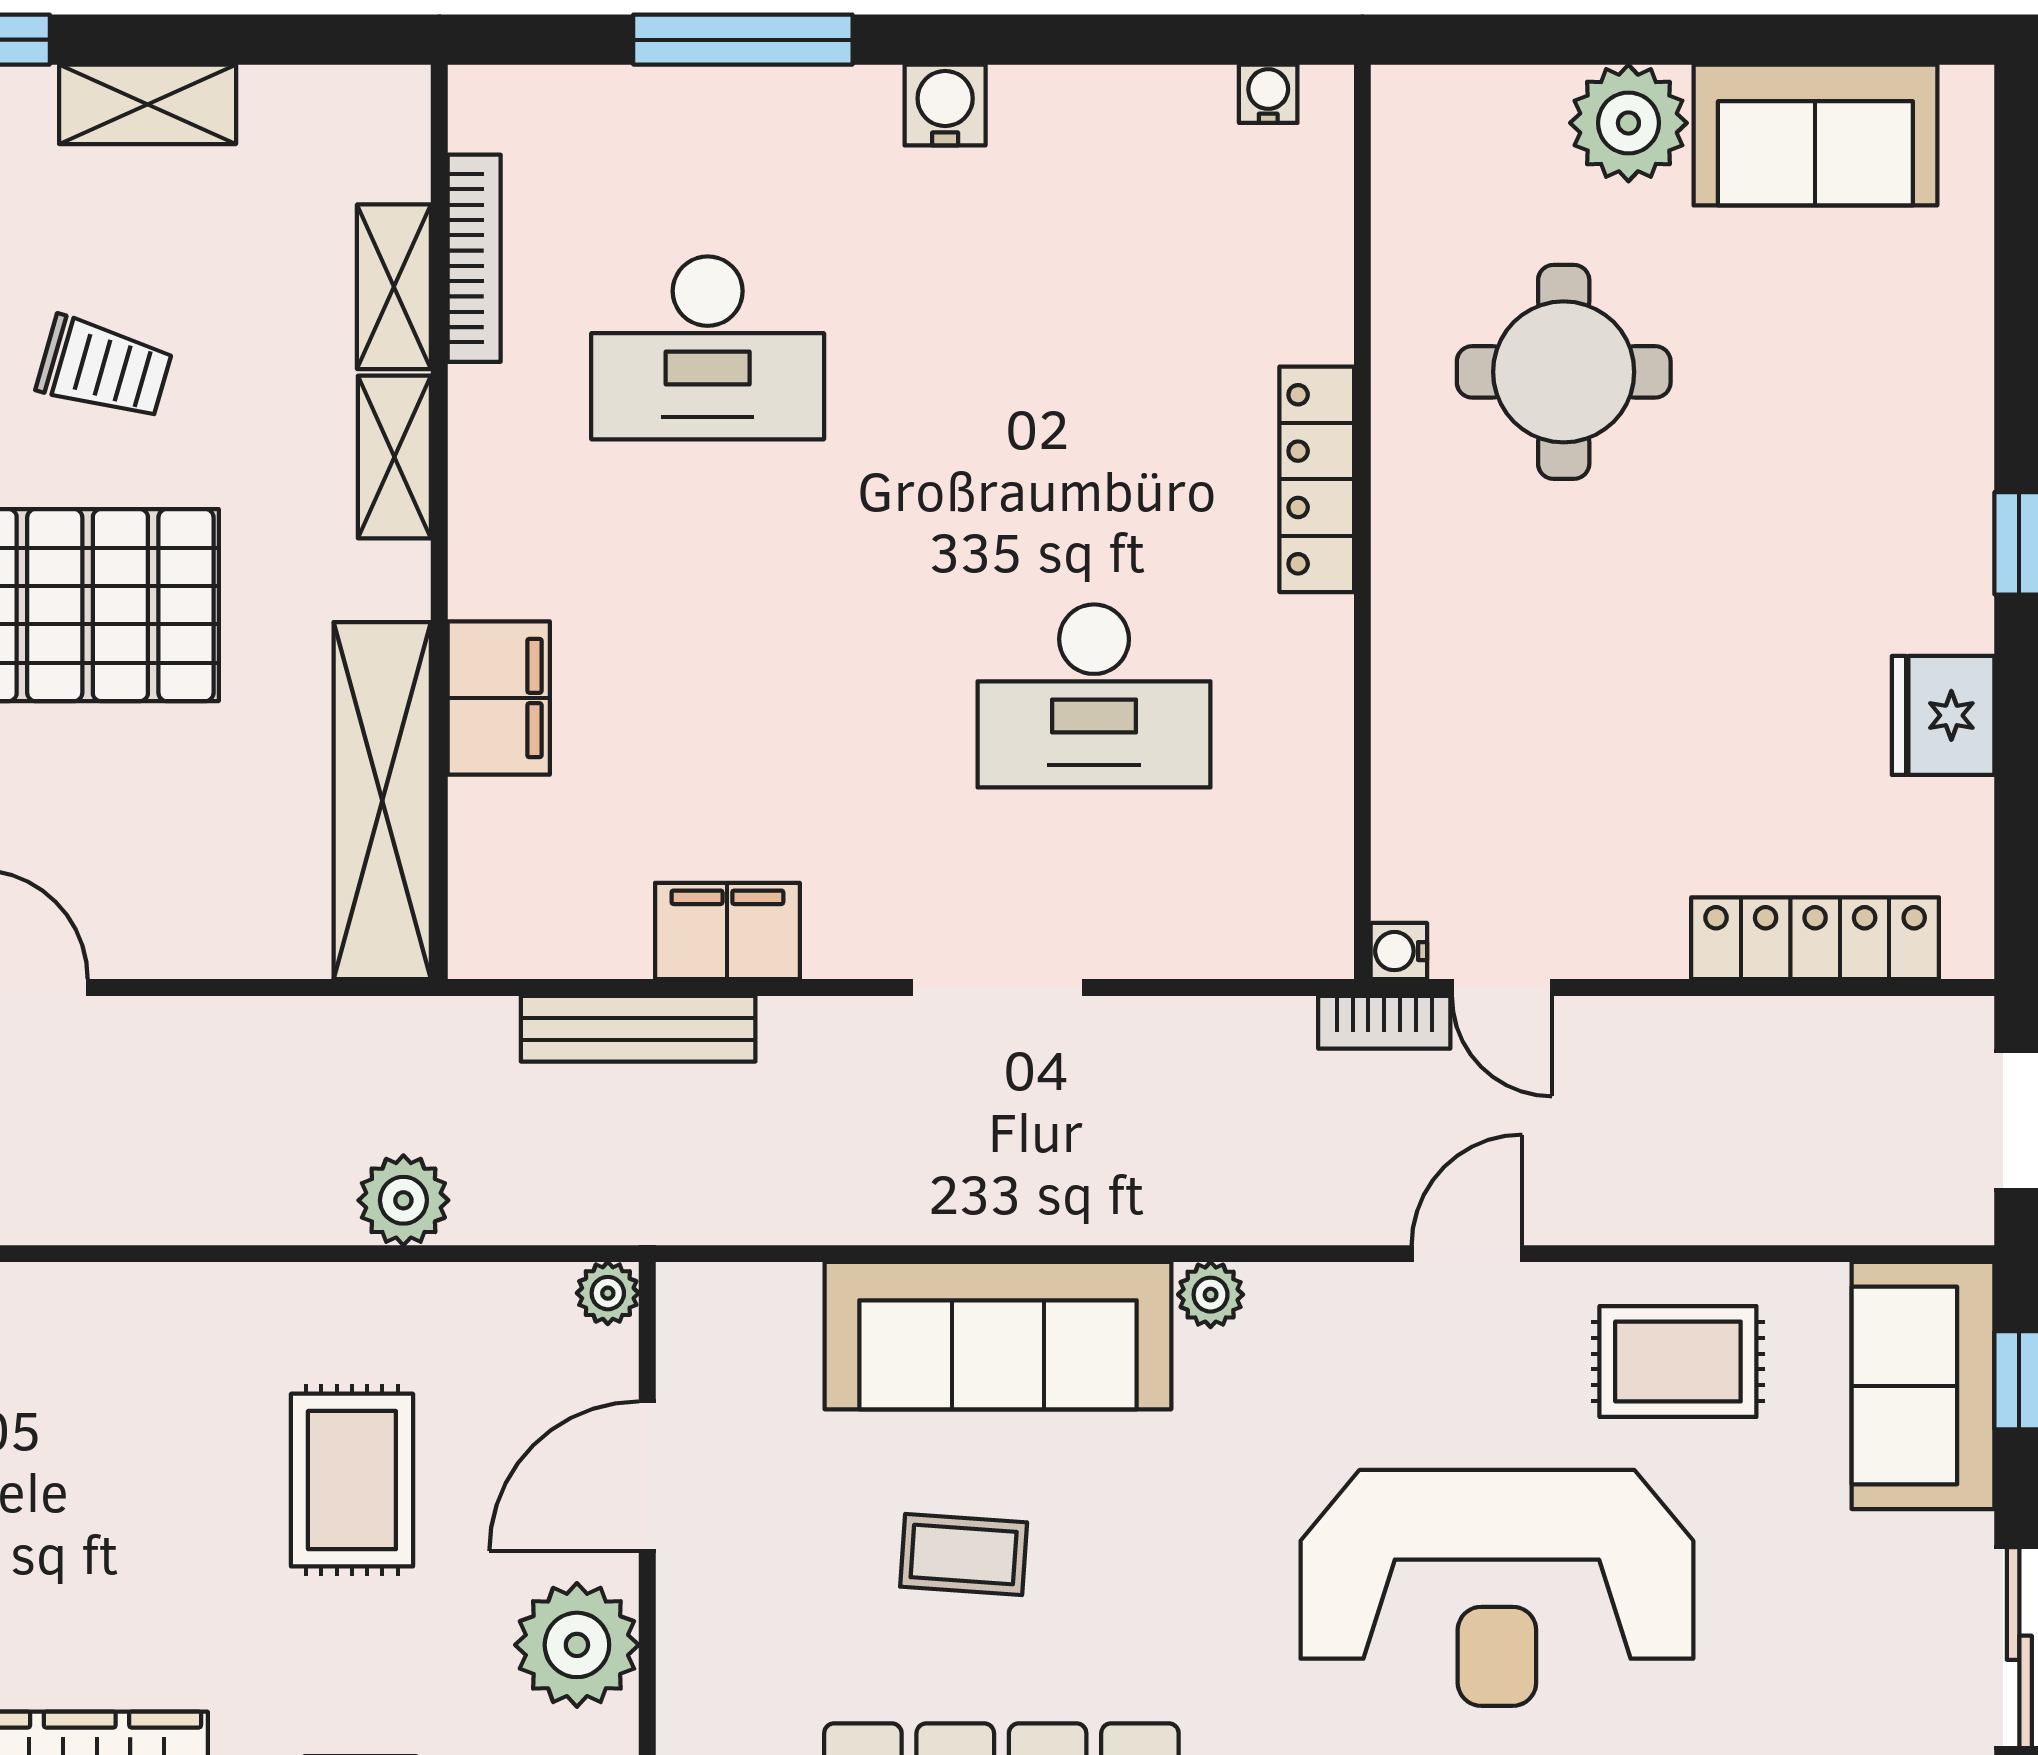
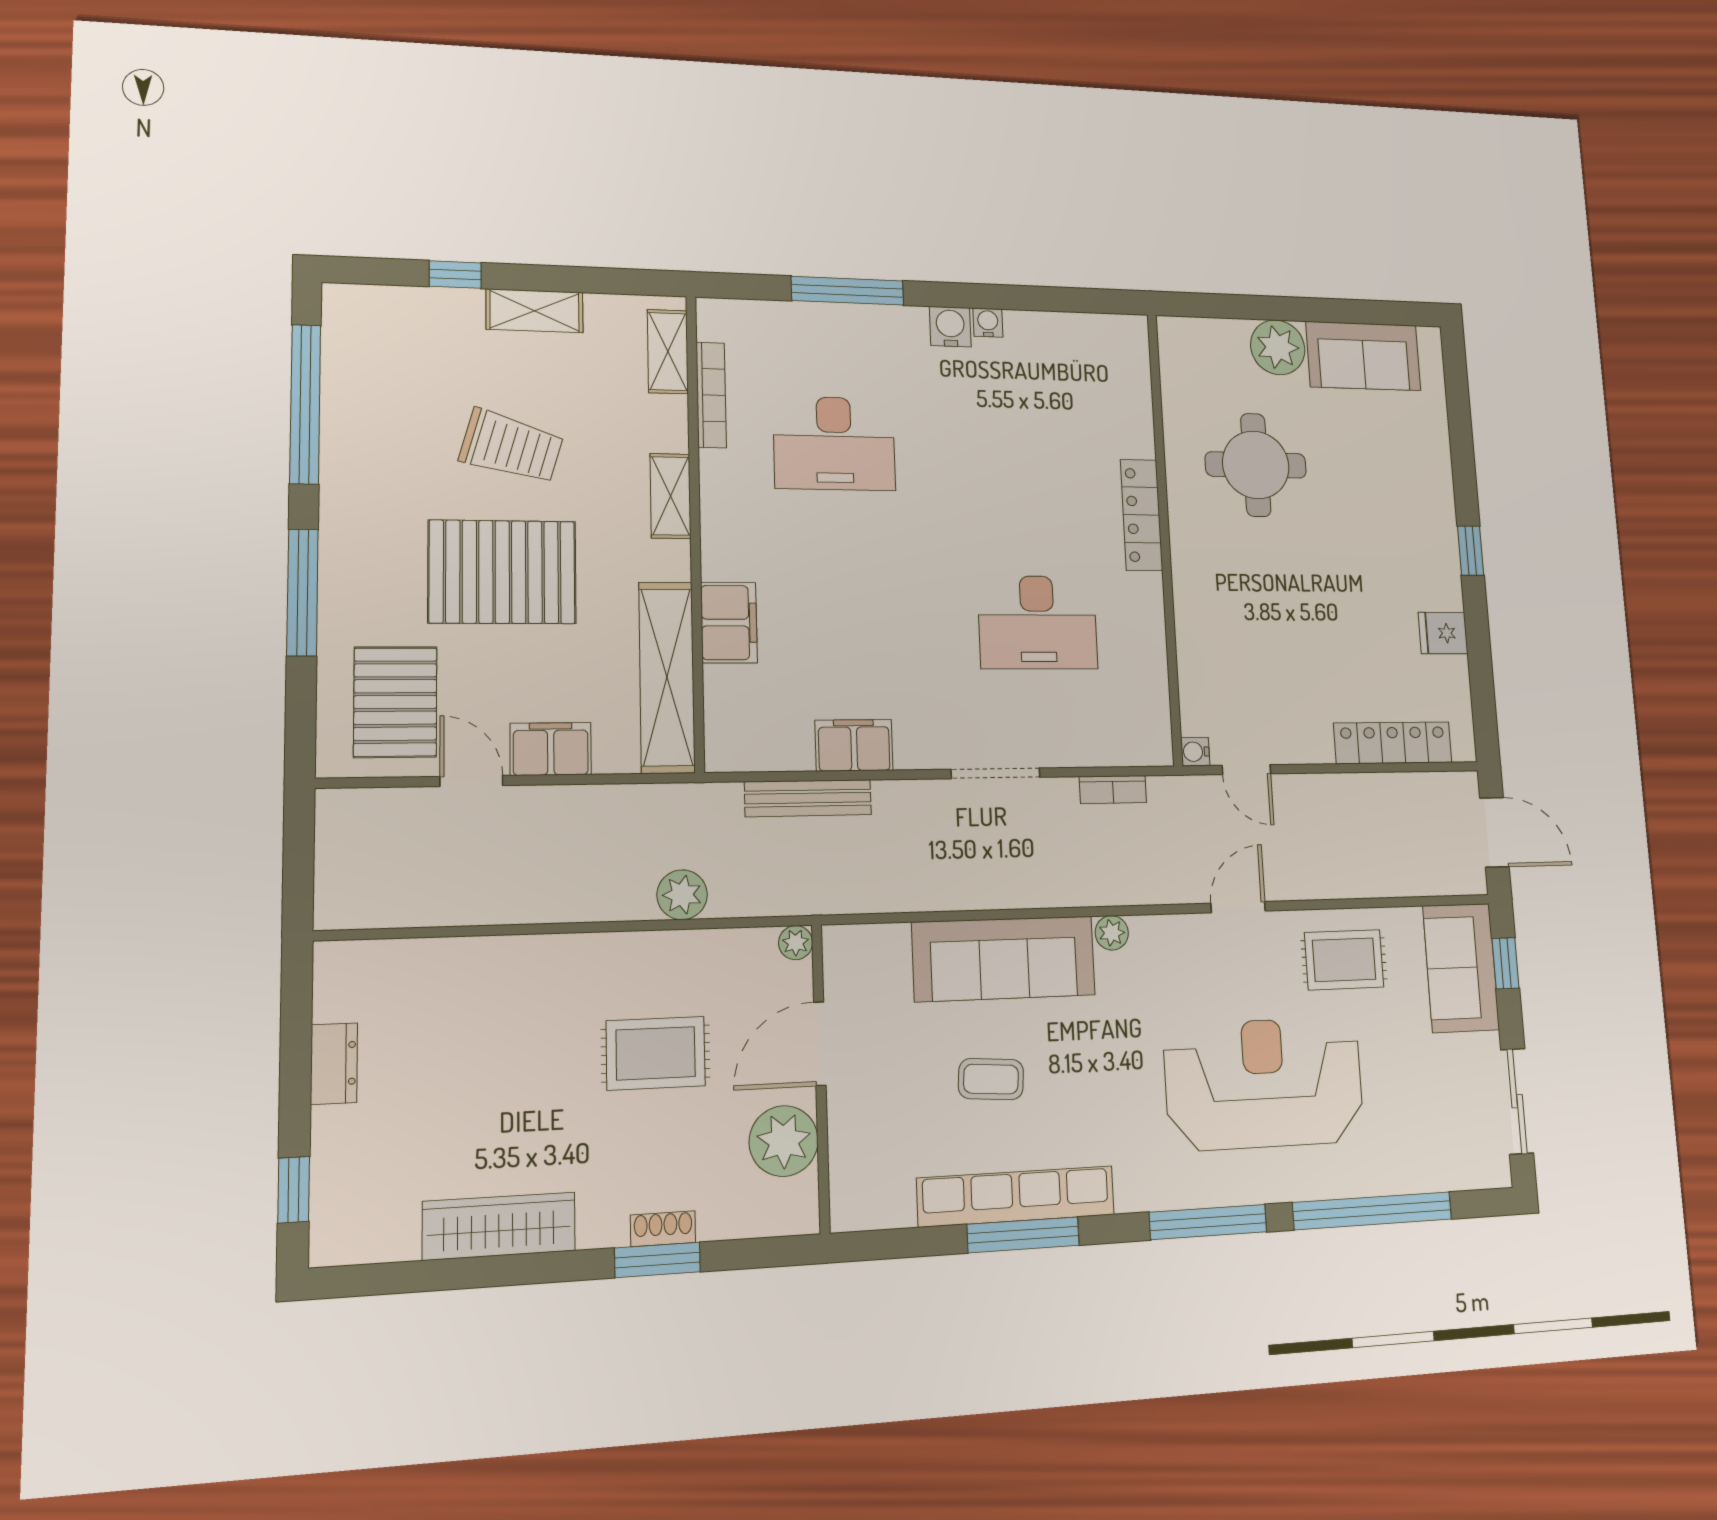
water cooler: (1268, 94) -> (988, 323), moved
shelving: (394, 287) -> (668, 352), moved
trolley: (104, 368) -> (511, 447), width x1.36, depth x1.39
fridge: (1943, 715) -> (1443, 633), width x0.72
filing cabinet: (172, 932) -> (551, 749), added
bookcase: (1384, 1022) -> (1113, 790), moved
rug: (352, 1480) -> (656, 1053), turned 90
reception desk: (1497, 1588) -> (1264, 1083), turned 180

